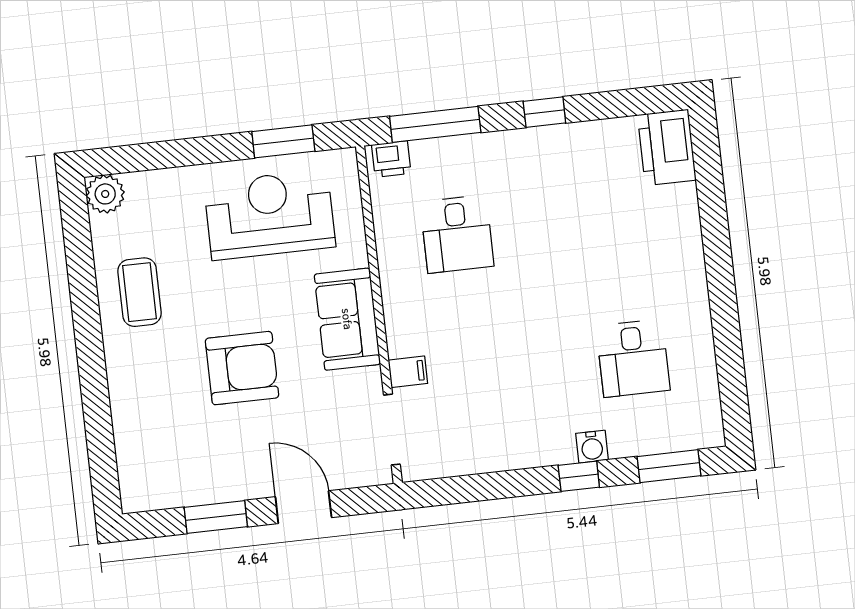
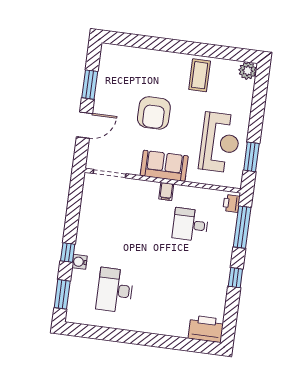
coffee table: (139, 292) -> (200, 75), turned 90
desk: (633, 358) -> (115, 290), width x1.37
filing cabinet: (408, 372) -> (166, 191), moved

